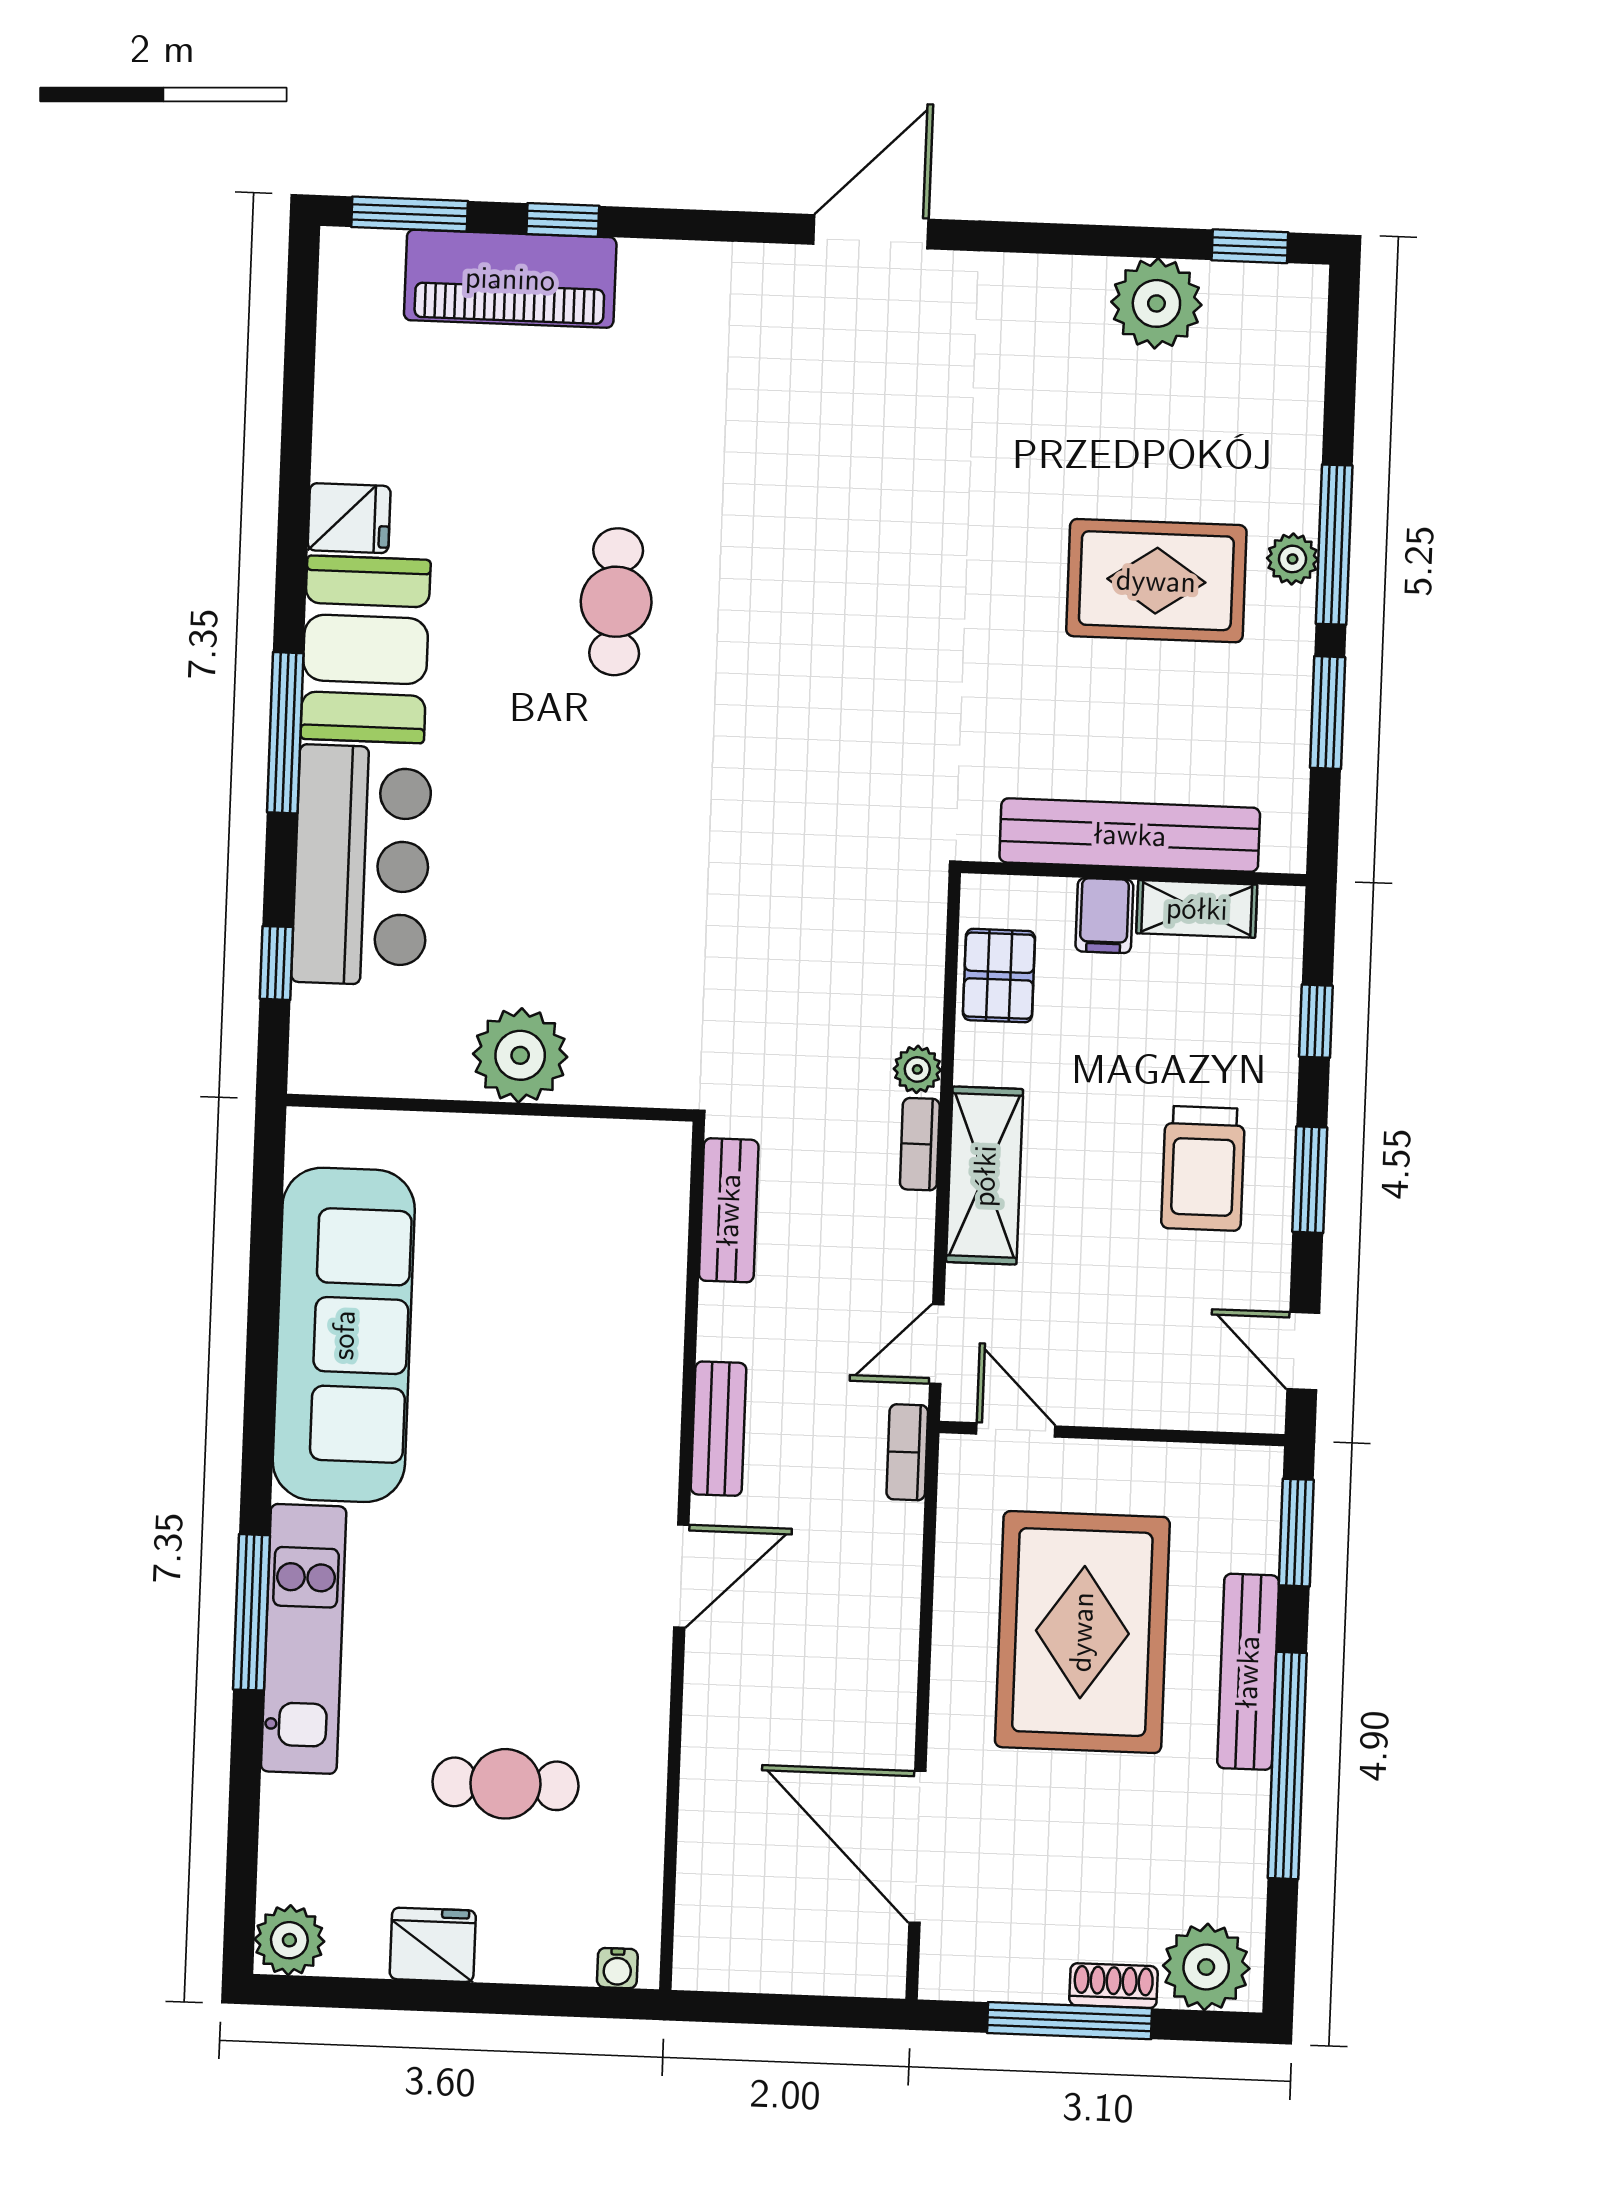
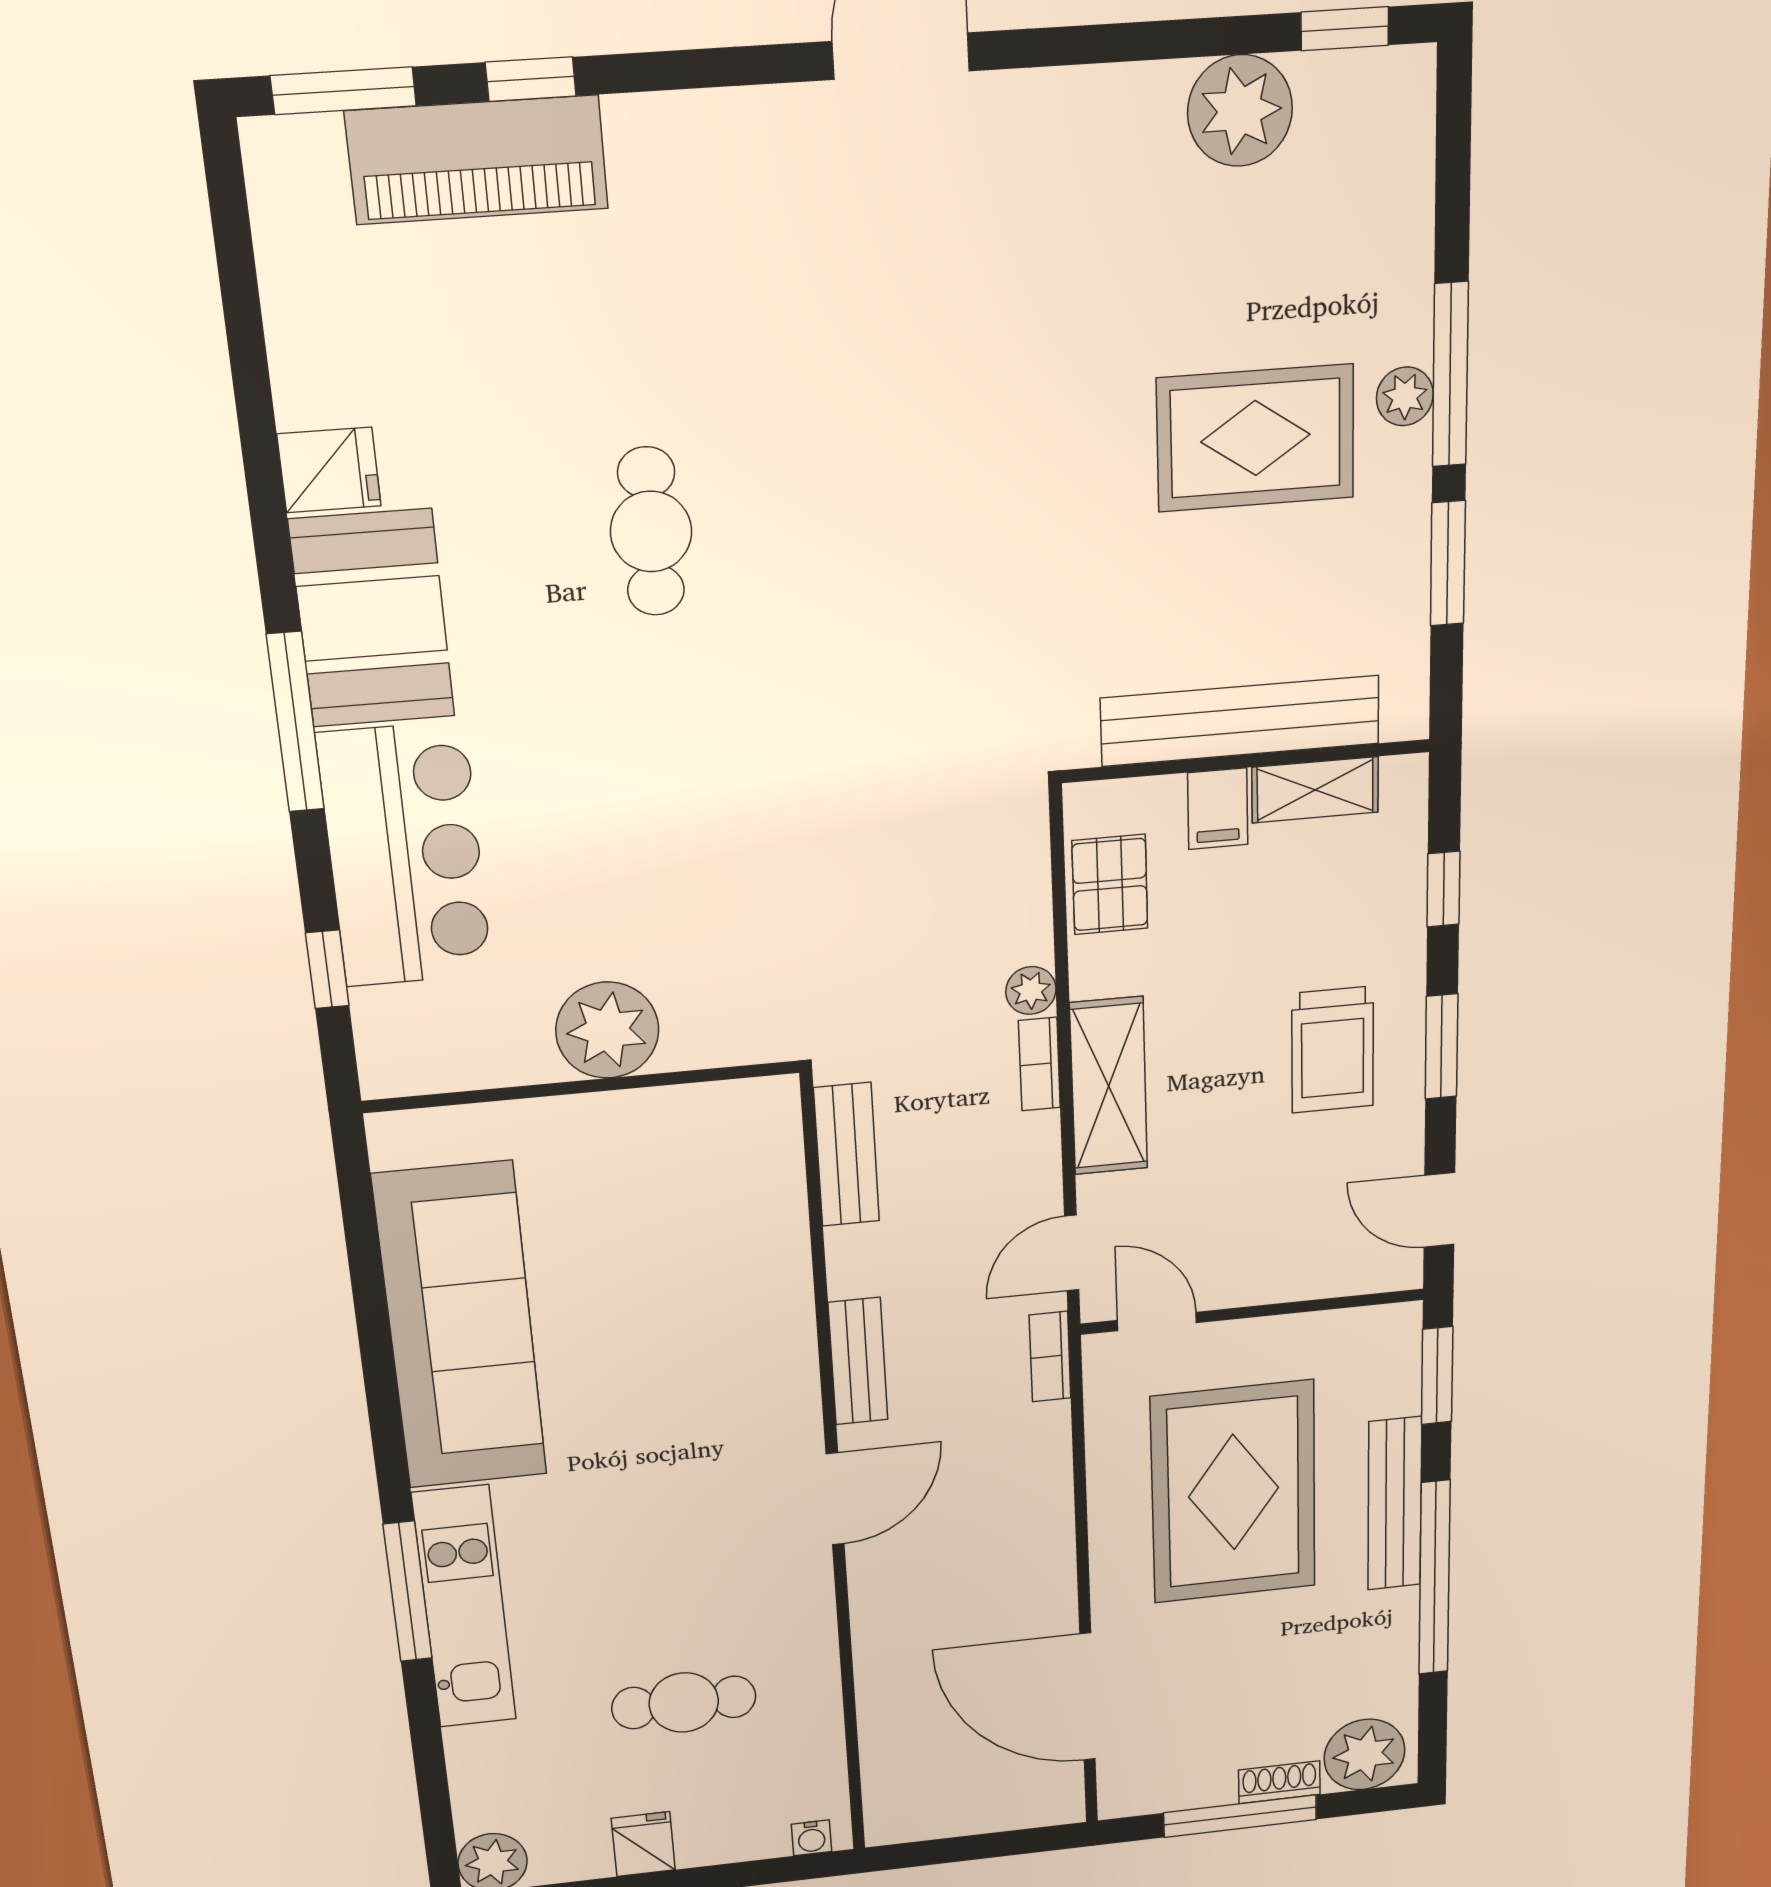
fridge: (433, 1945) -> (643, 1844), width x0.72

